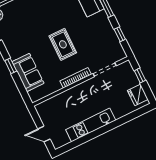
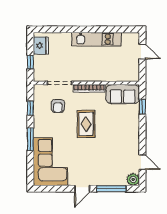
armchair: (96, 48) -> (58, 106), added
window: (11, 66) -> (142, 107), moved
sofa: (28, 72) -> (123, 94), moved, turned -90

